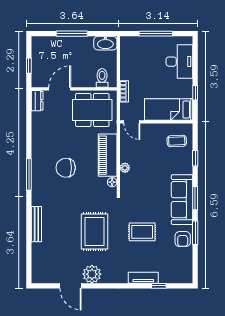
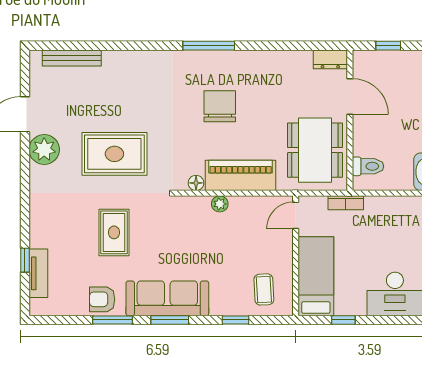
bench: (36, 224) -> (72, 58), moved
tv unit: (143, 278) -> (38, 273), moved

